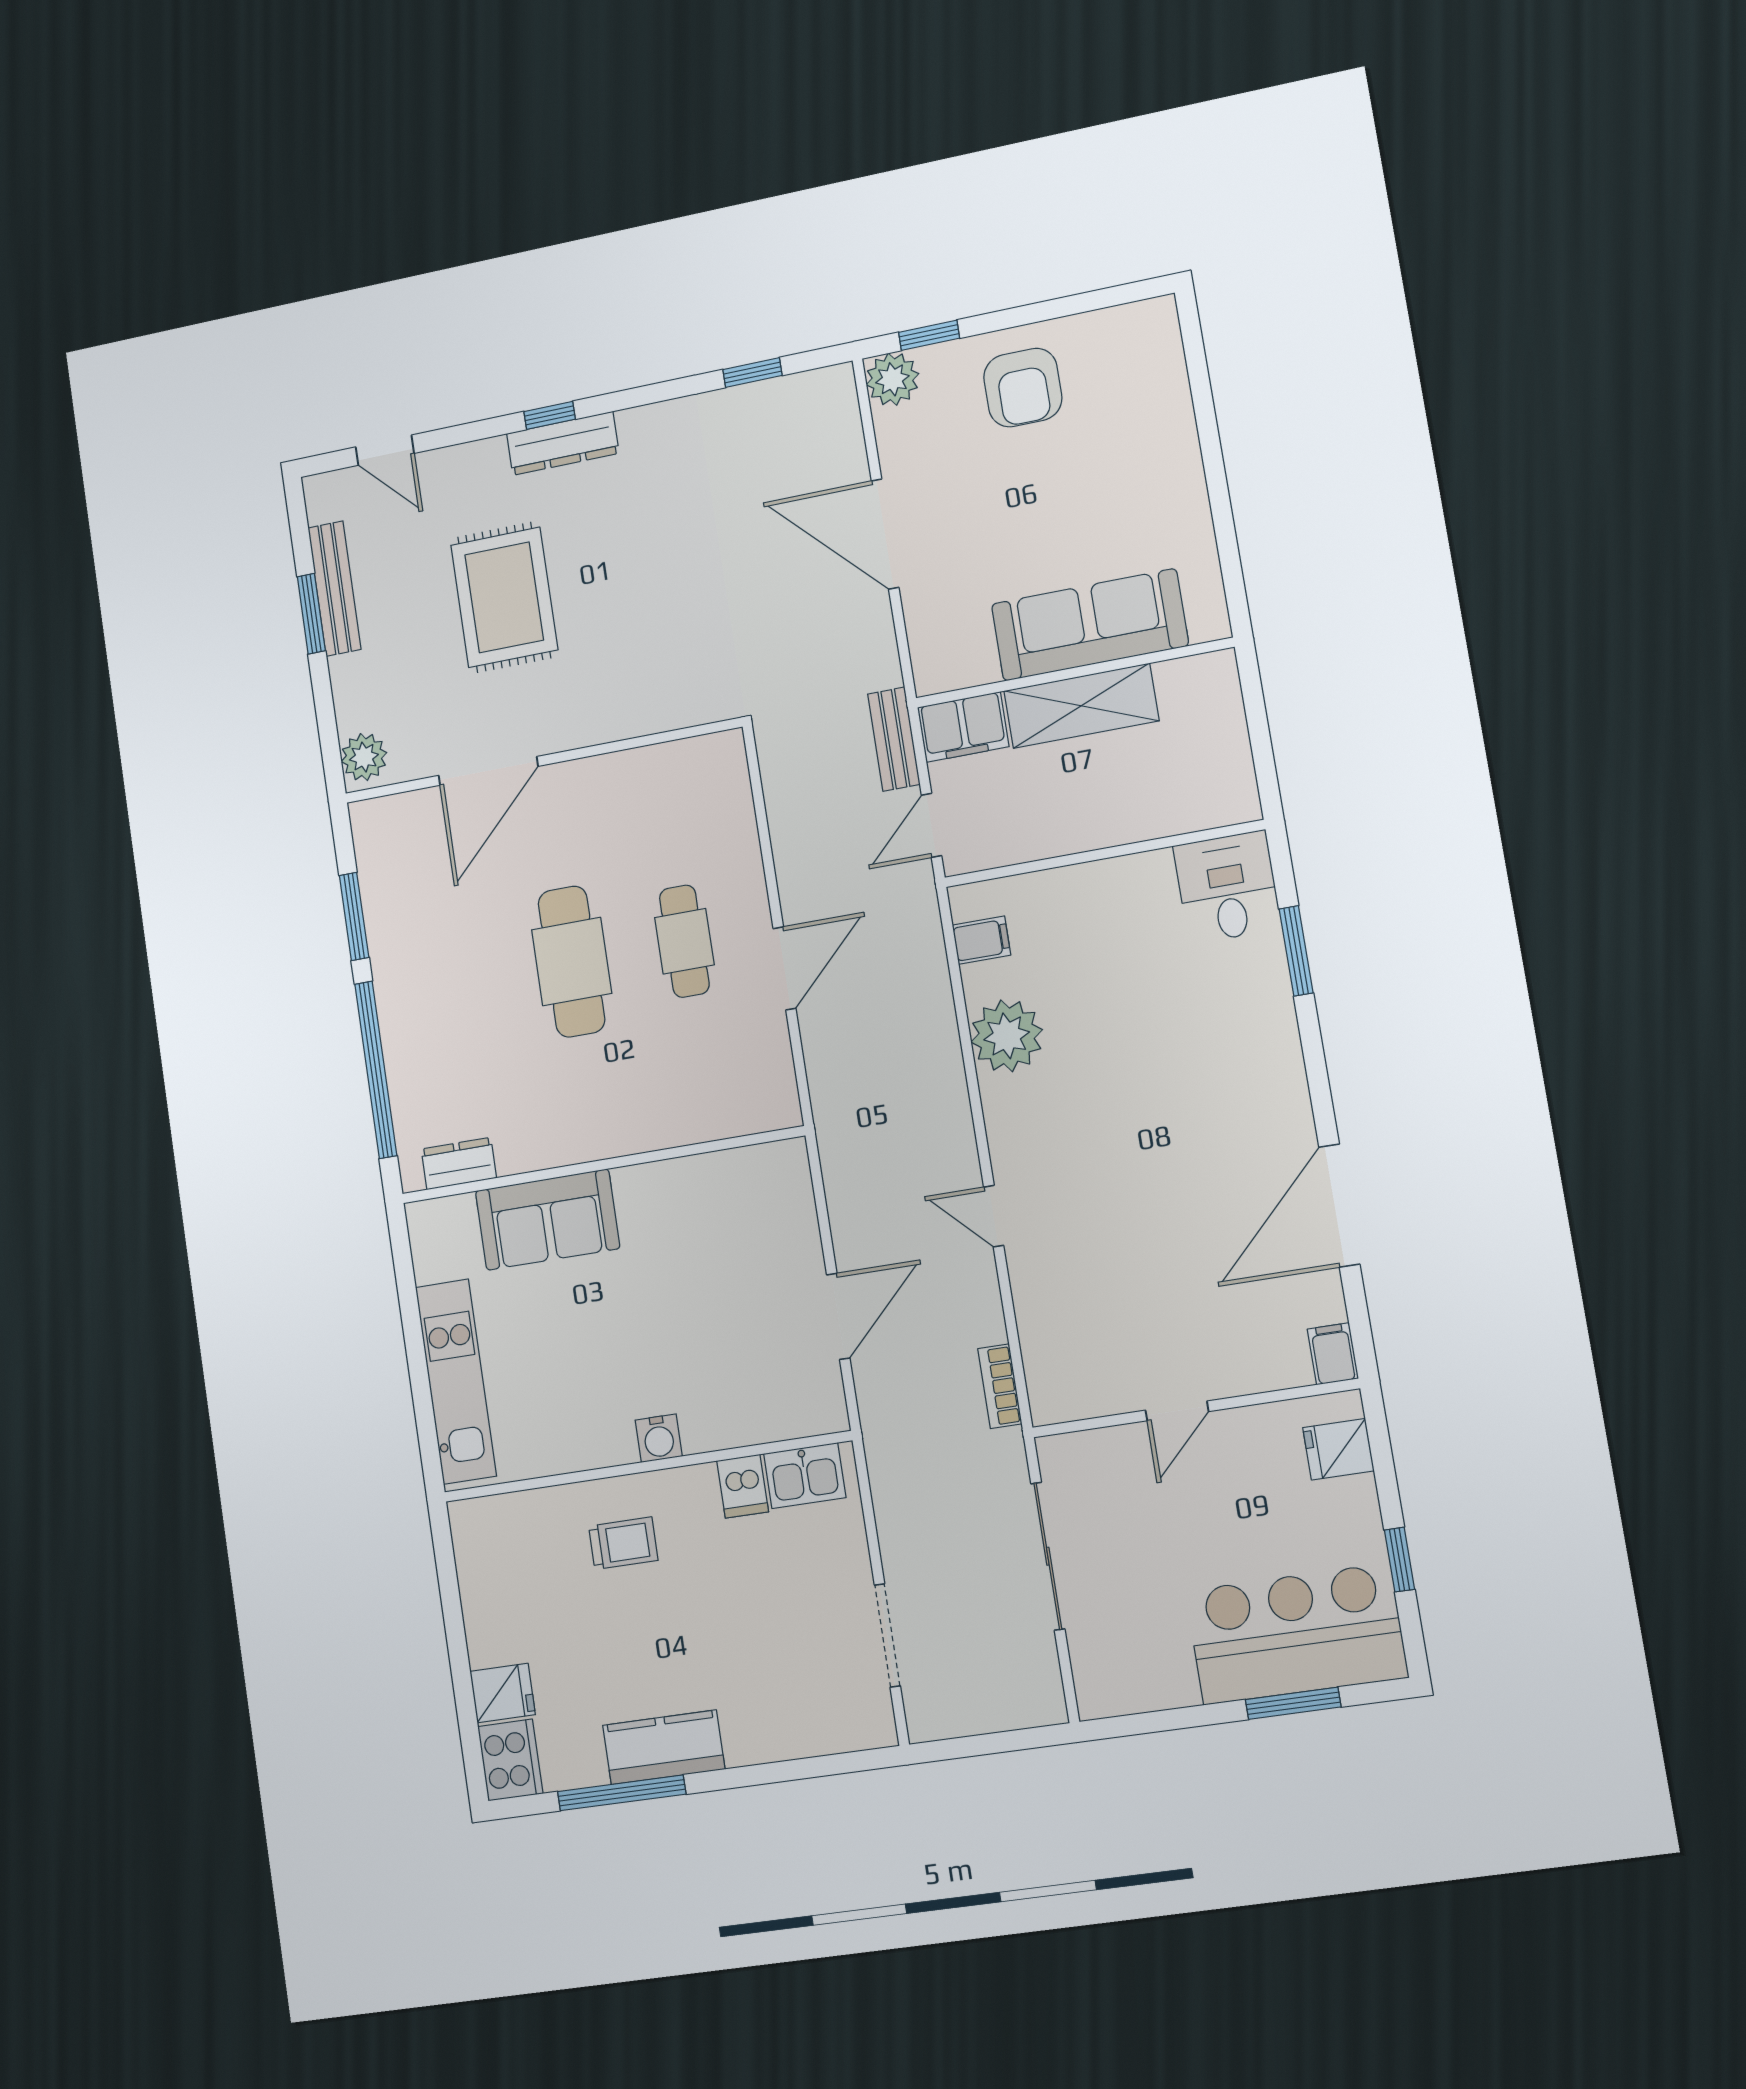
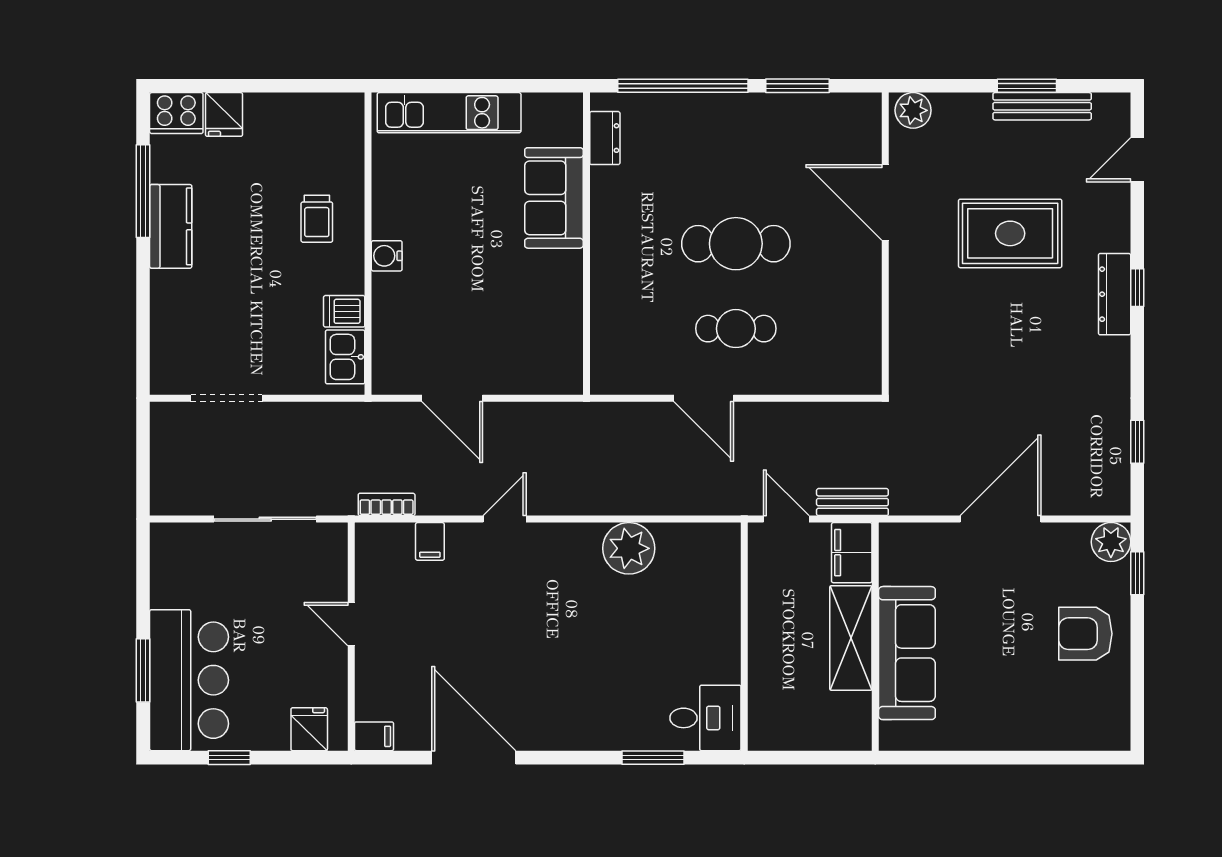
filing cabinet: (981, 940) -> (430, 541), moved

